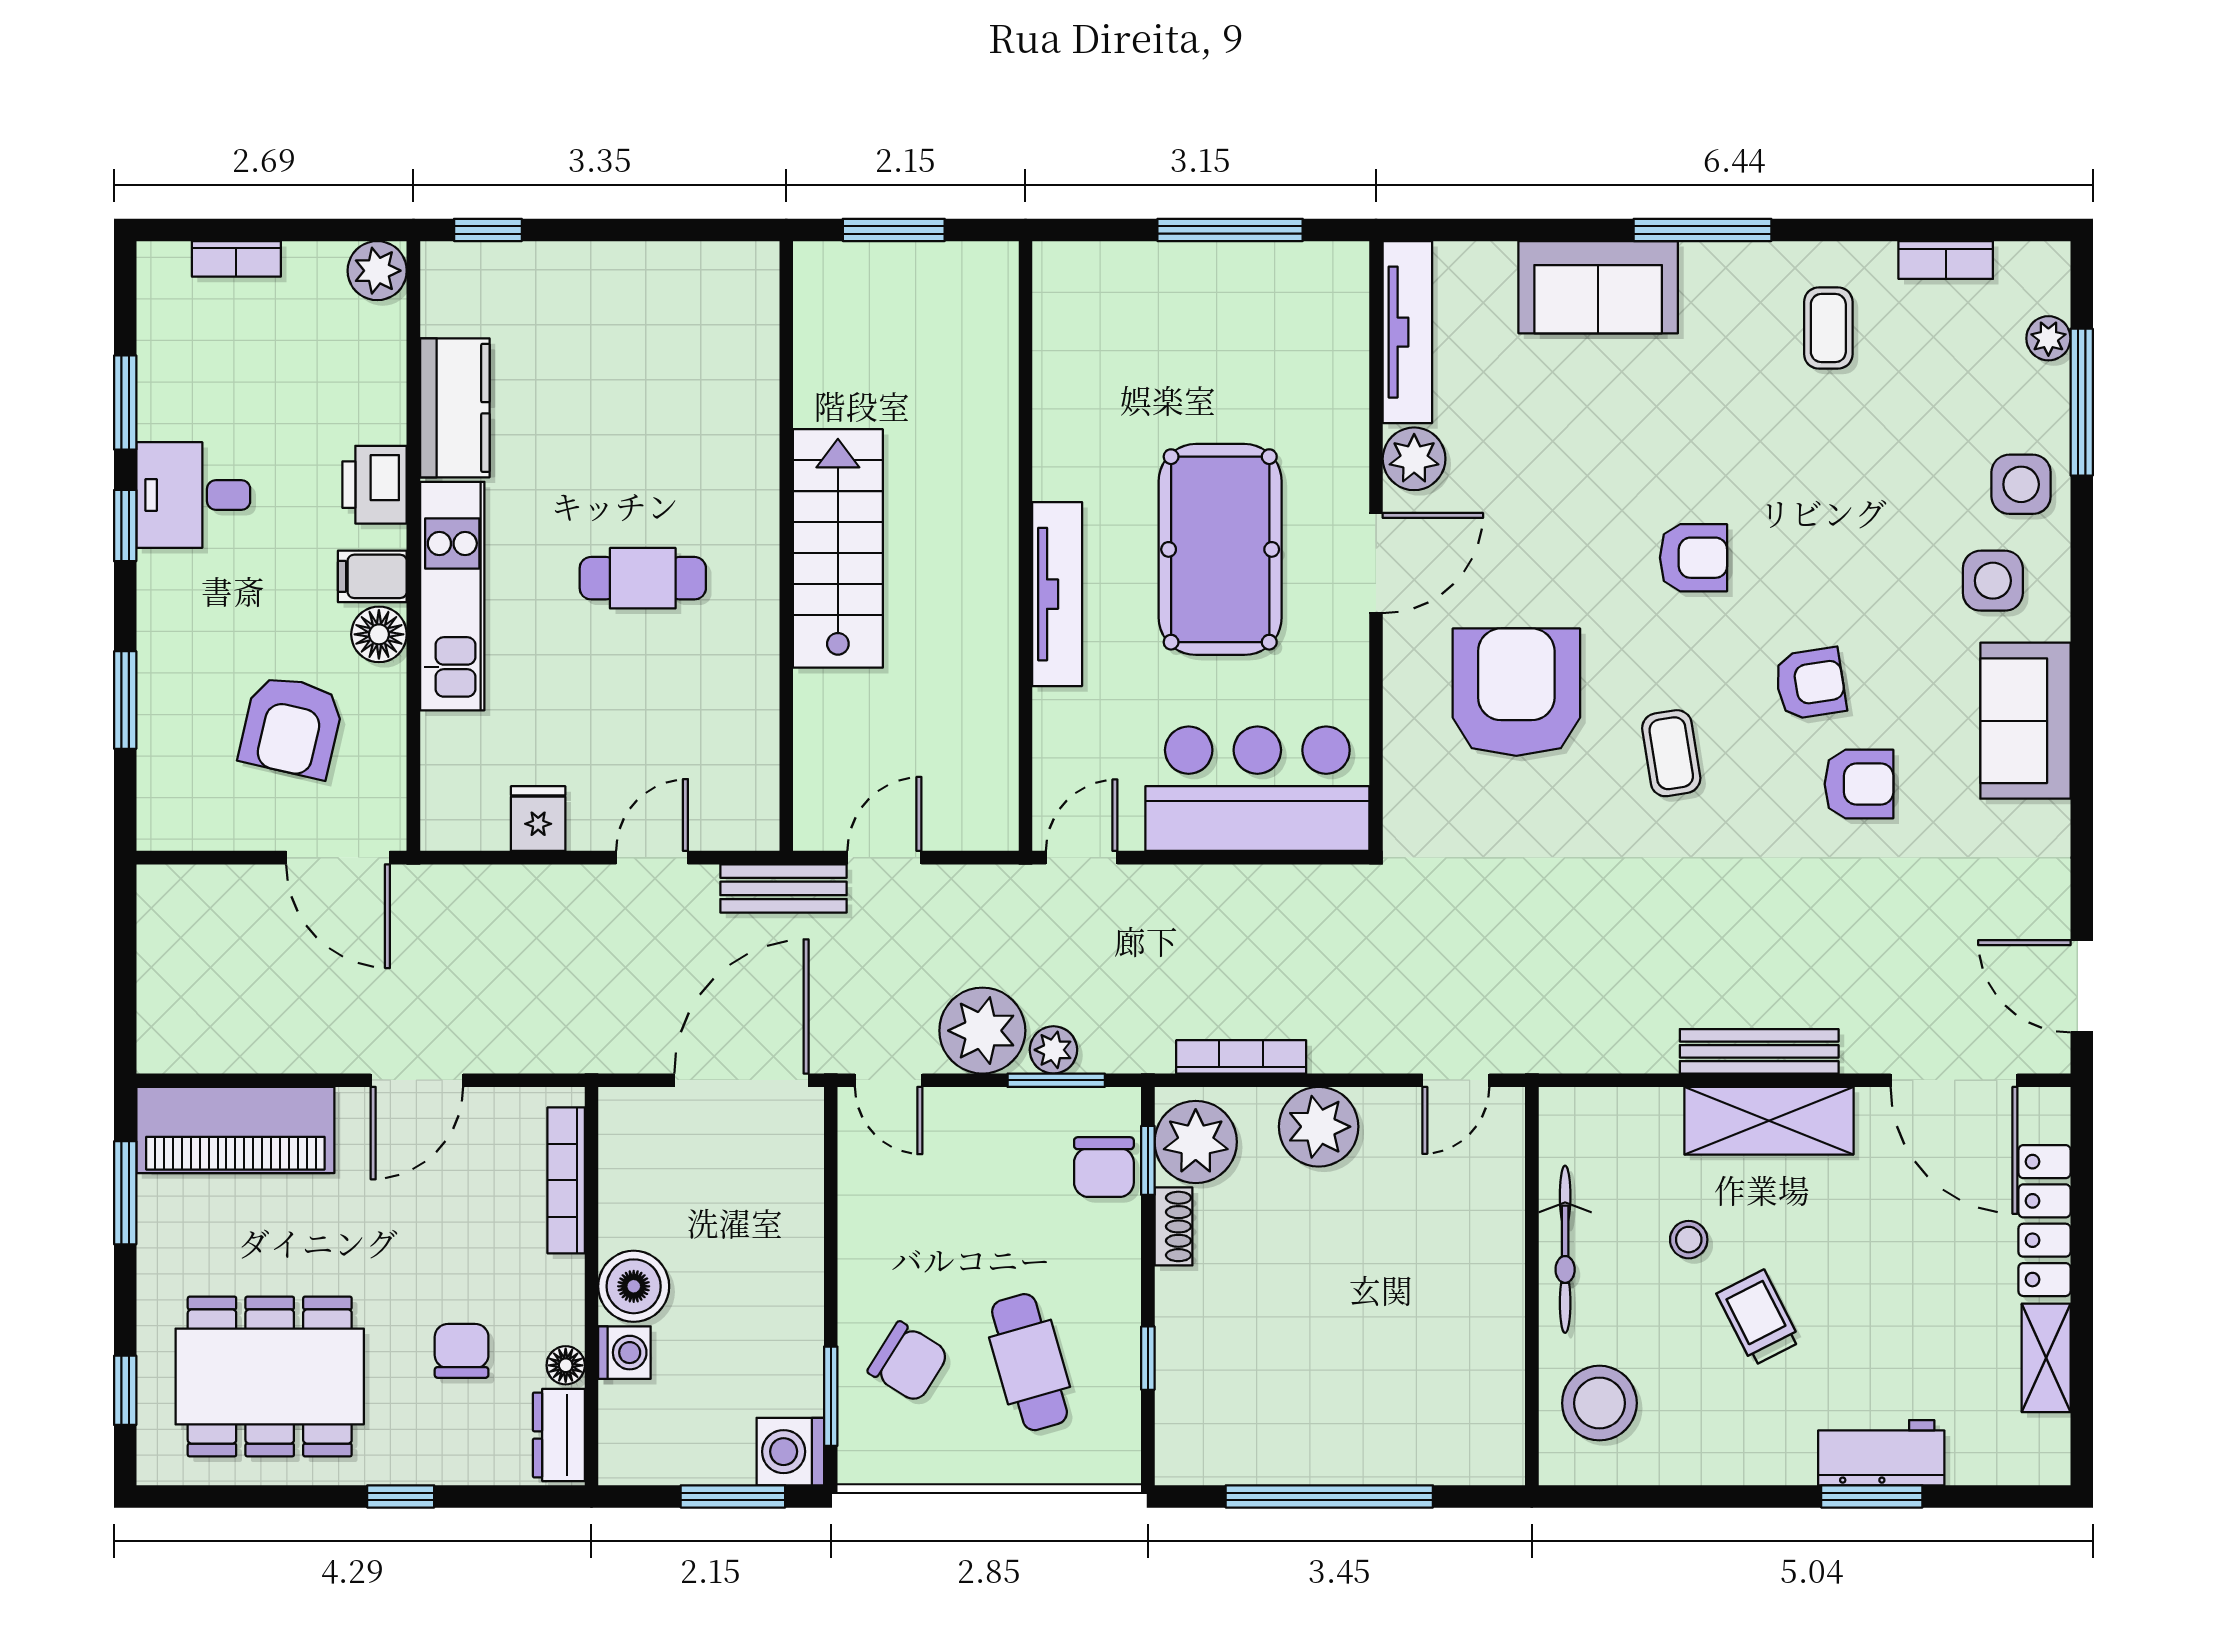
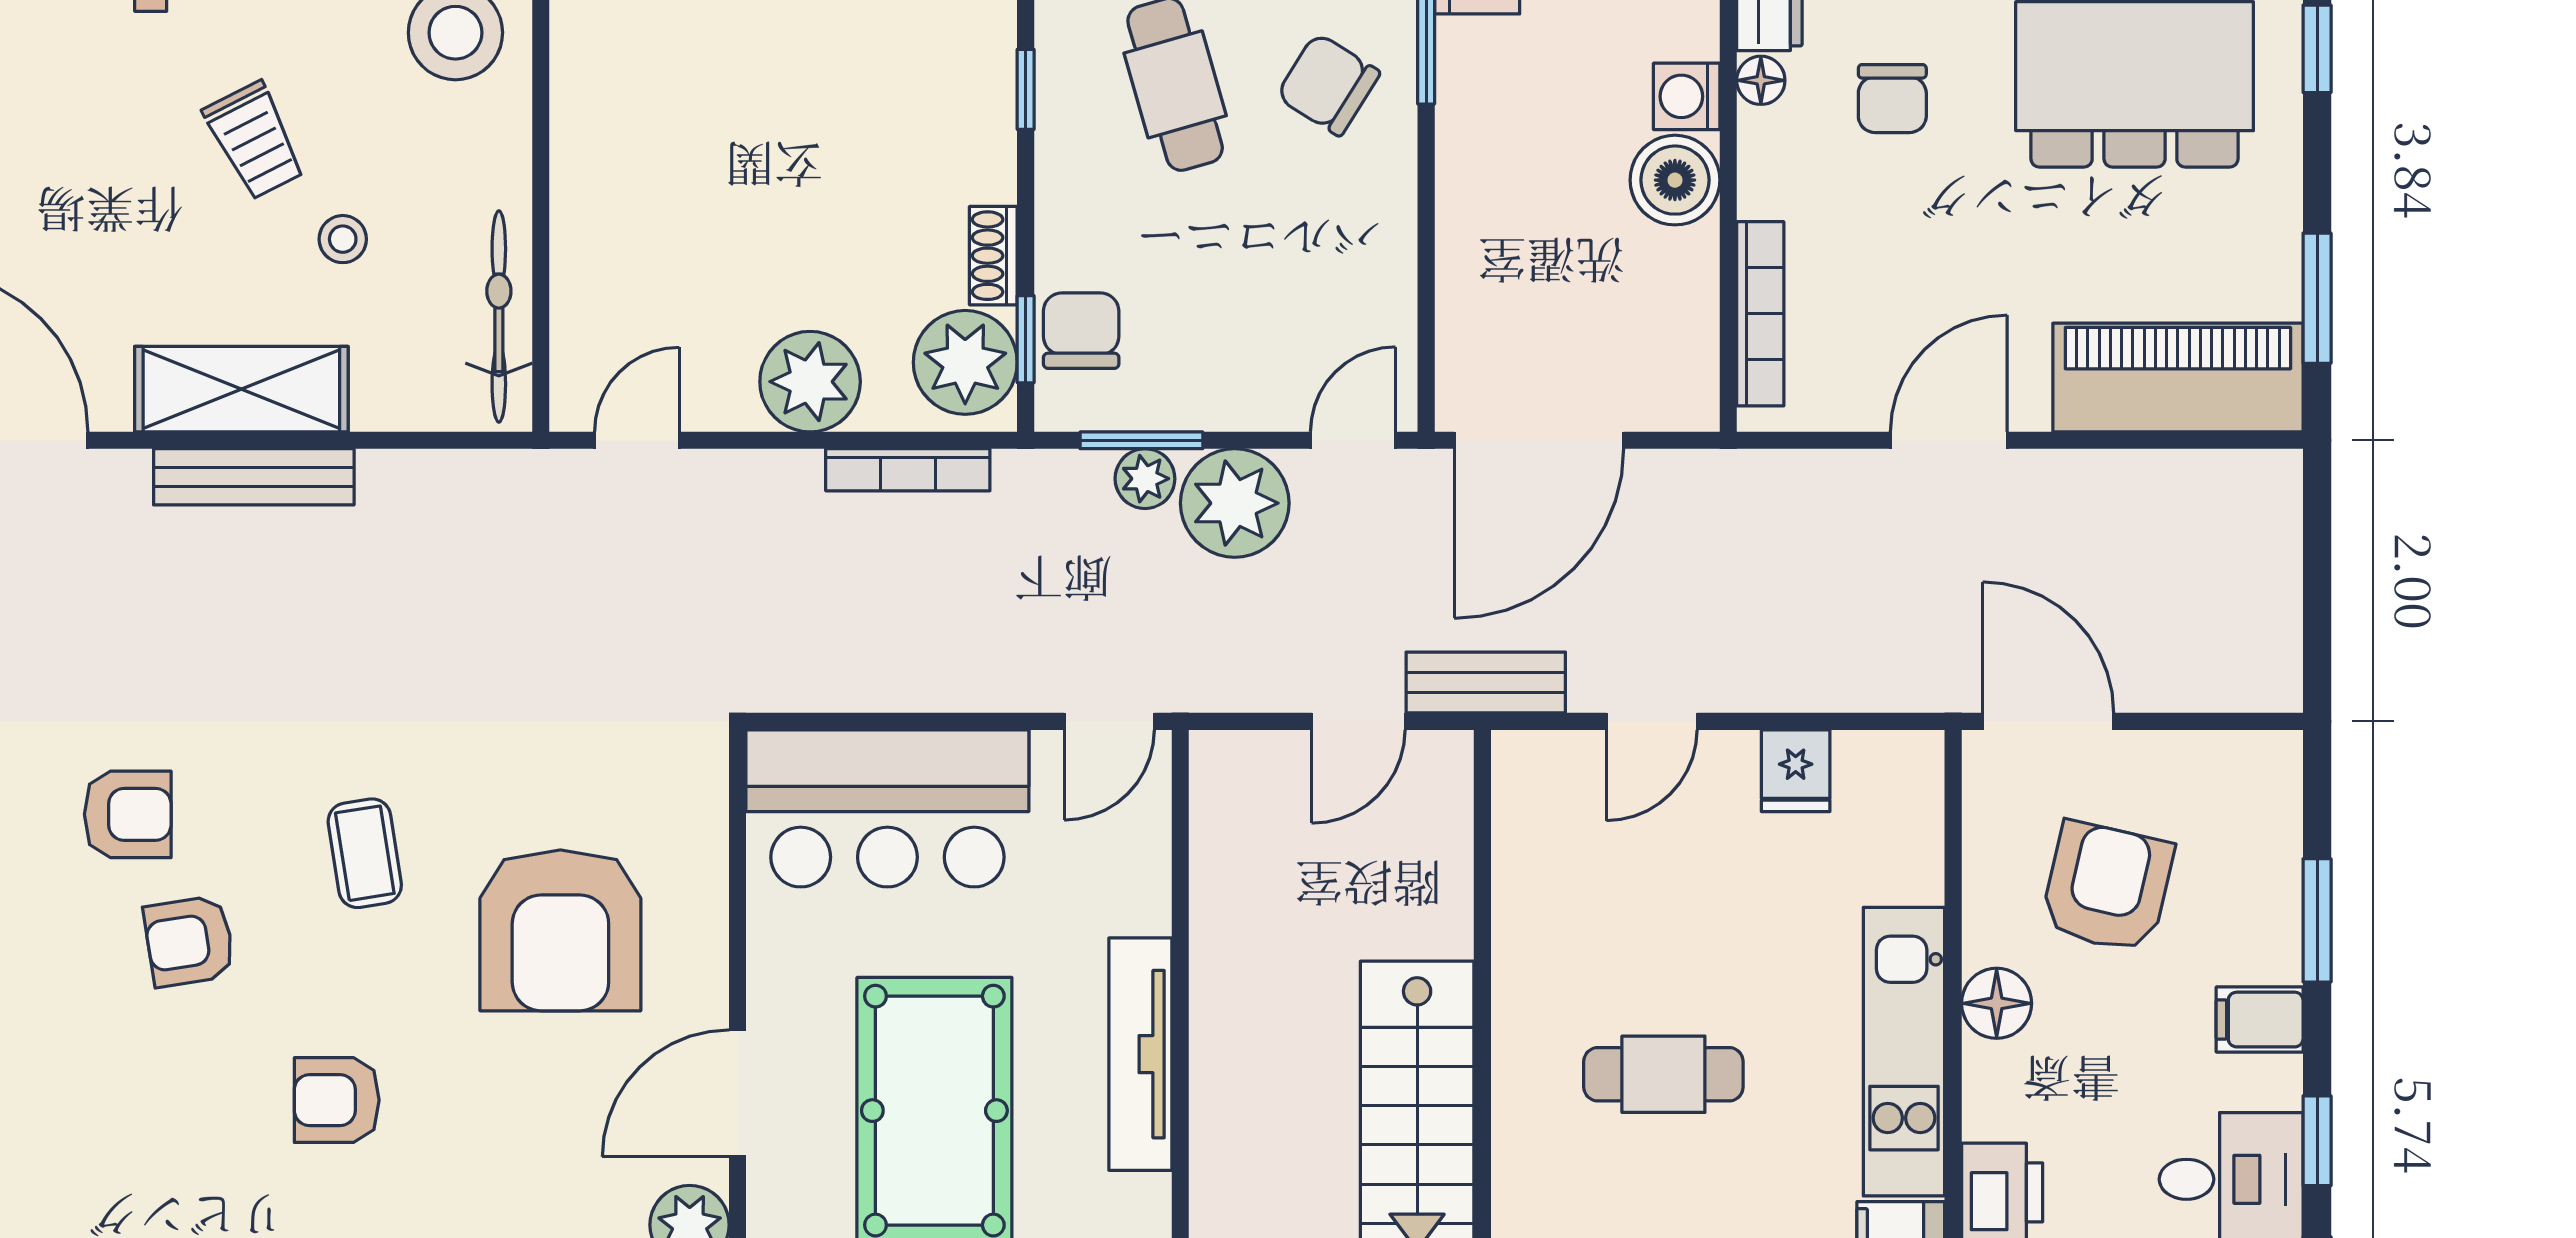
filing cabinet: (372, 576) -> (2260, 1020), moved, turned 180
armchair: (1859, 784) -> (128, 814), turned 180
door: (889, 1080) -> (1353, 440), hinge flipped
bicycle: (1565, 1249) -> (499, 317), moved

